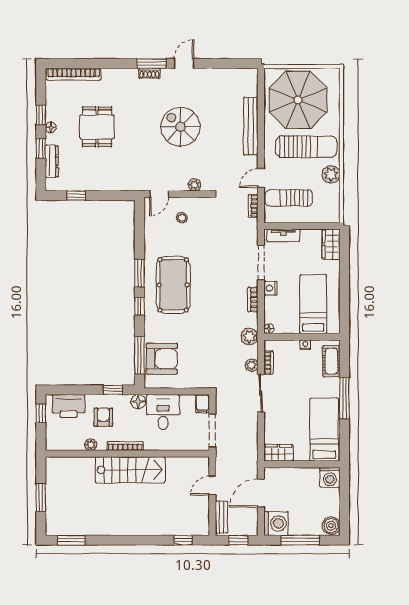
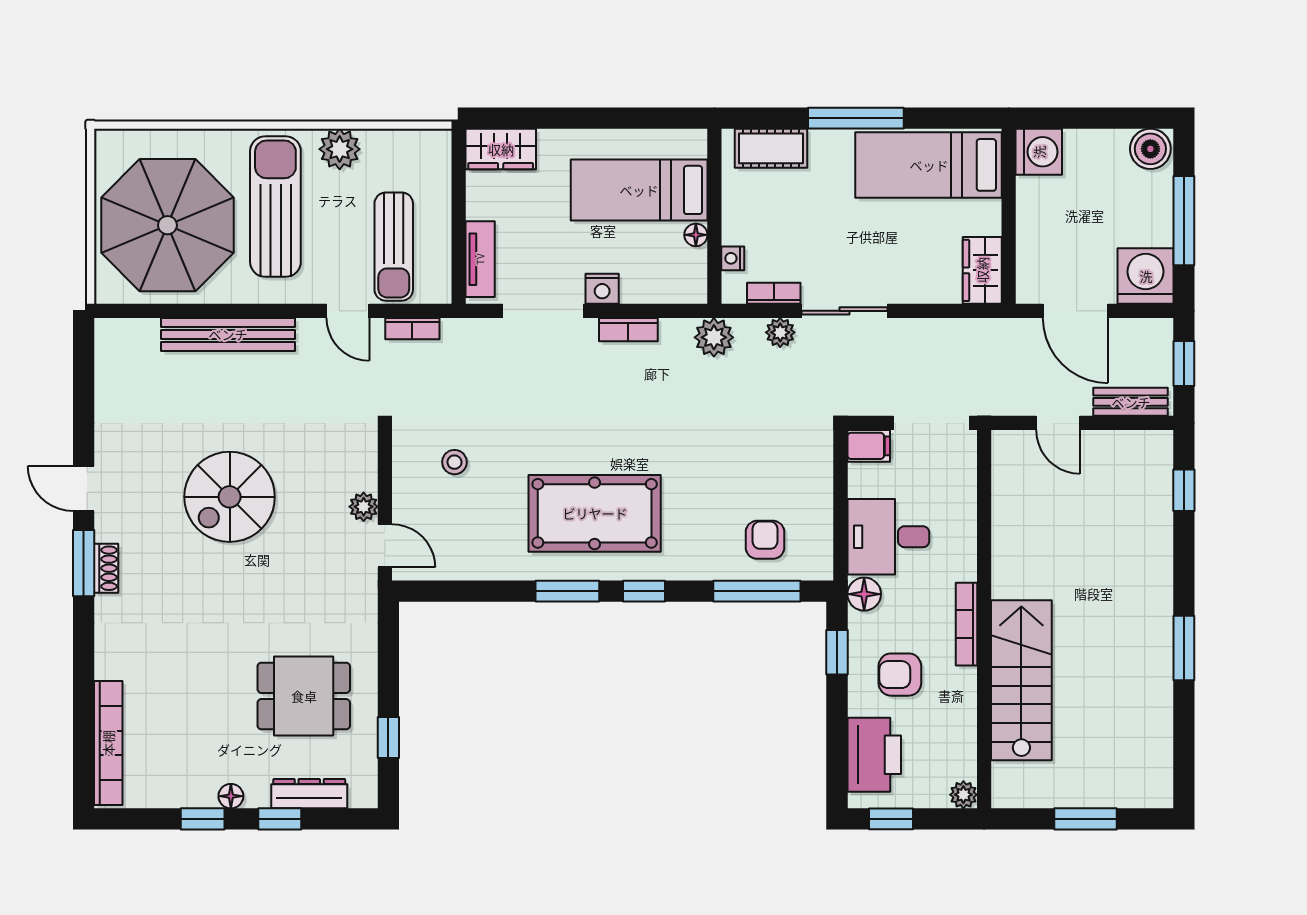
dining table: (97, 127) -> (304, 696), moved
plant: (195, 185) -> (364, 507), moved
stool: (182, 218) -> (454, 462), moved
floor lamp: (269, 329) -> (696, 235), moved
nightstand: (305, 345) -> (733, 258), moved
armchair: (162, 359) -> (765, 540), width x0.53, depth x0.53
plant: (91, 445) -> (963, 795), moved
stairs: (130, 470) -> (1021, 680), moved
window: (71, 540) -> (1184, 648), moved

